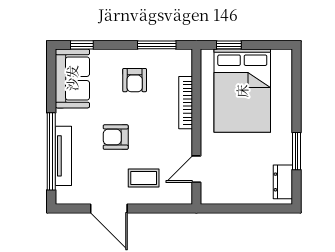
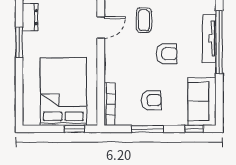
window: (157, 45) -> (147, 129), moved
armchair: (135, 80) -> (151, 100), turned 90
bookcase: (186, 103) -> (110, 104), moved
coffee table: (144, 178) -> (144, 20), turned 90

